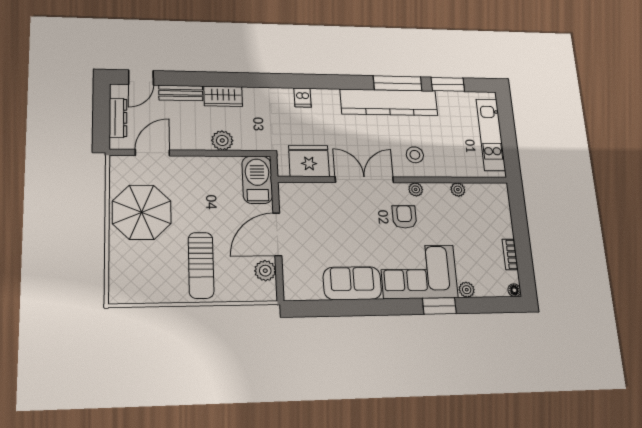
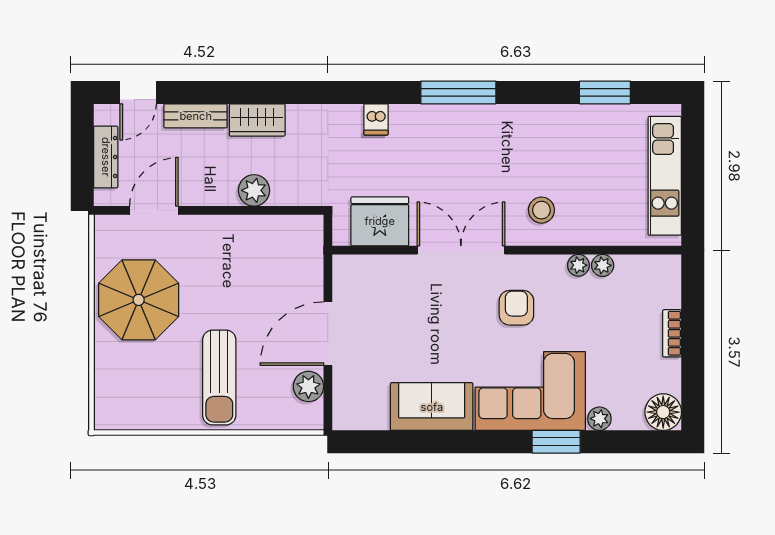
window: (398, 83) -> (458, 92), moved
kitchen counter: (389, 102) -> (509, 125), removed
barbecue: (257, 180) -> (303, 251), removed
plant: (416, 189) -> (578, 265), moved
bookcase: (510, 254) -> (672, 333), moved
floor lamp: (514, 290) -> (663, 412), width x1.89, depth x1.89

